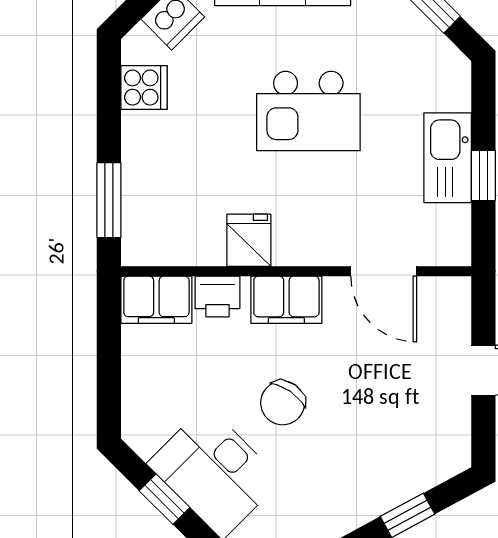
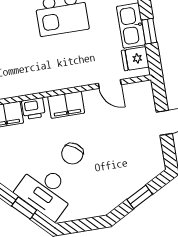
fridge: (249, 240) -> (135, 59), moved, turned -90
door: (384, 271) -> (110, 84), width x0.73

